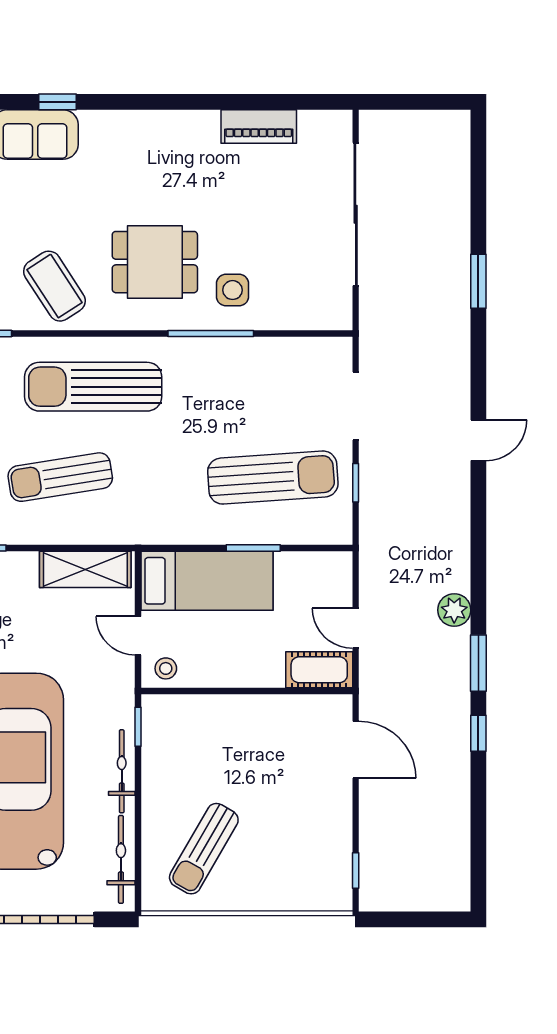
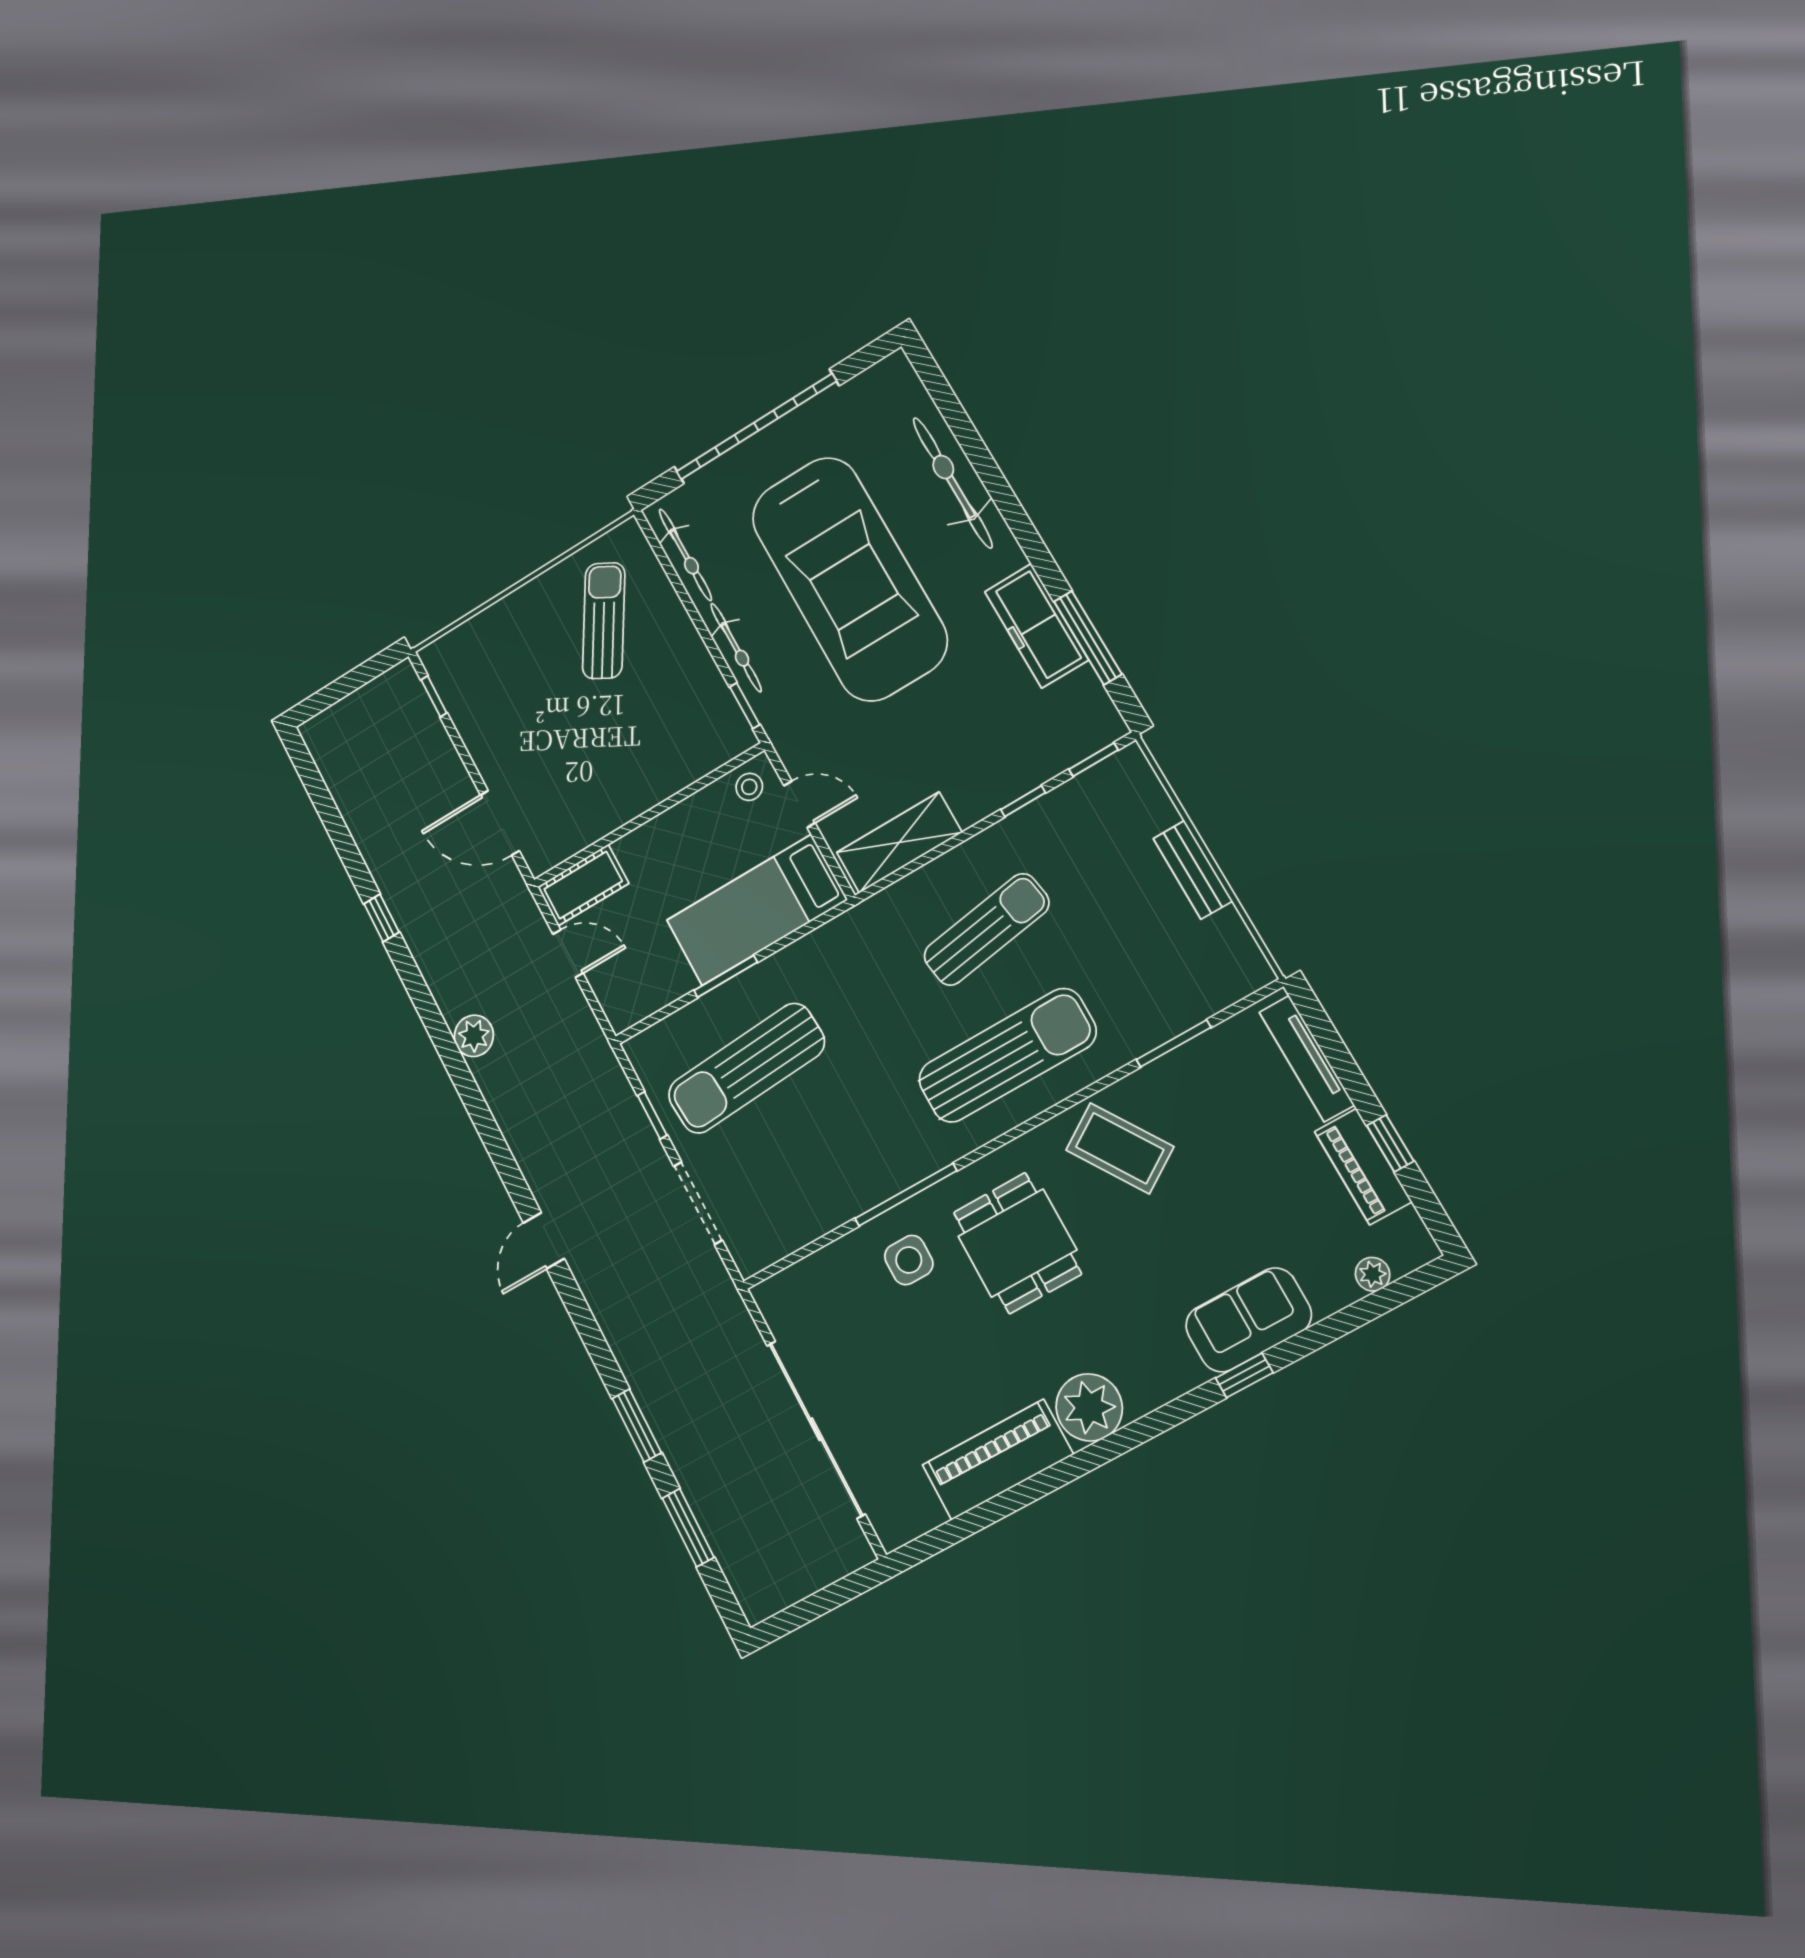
piano: (259, 127) -> (998, 1460), width x1.37, depth x1.33
plant: (167, 134) -> (1089, 1407), added
dining table: (155, 262) -> (1017, 1243), turned 90
window: (478, 663) -> (688, 1528), moved

